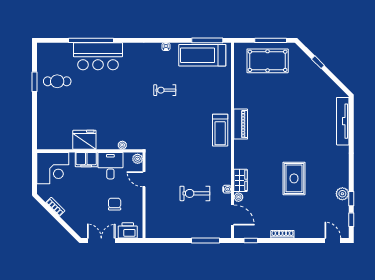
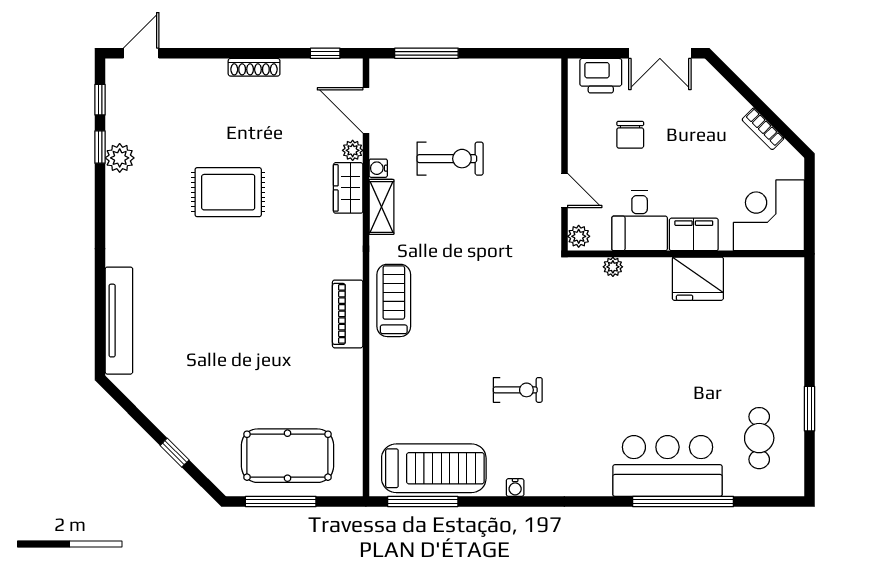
cafe table: (57, 81) -> (759, 438), moved, turned 90
shelving: (226, 172) -> (381, 207), added
rug: (294, 178) -> (228, 192), turned 90
door: (333, 240) -> (141, 53), swing flipped

